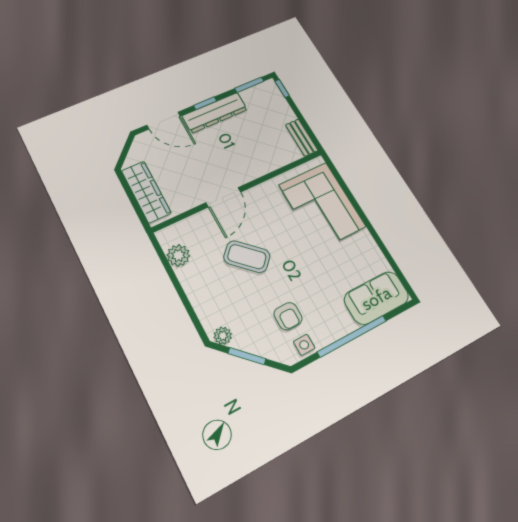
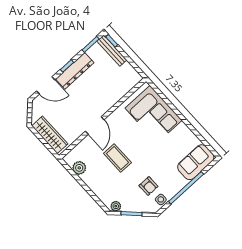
bench: (302, 138) -> (112, 51), moved, width x1.36
coffee table: (247, 257) -> (117, 158), turned 46

